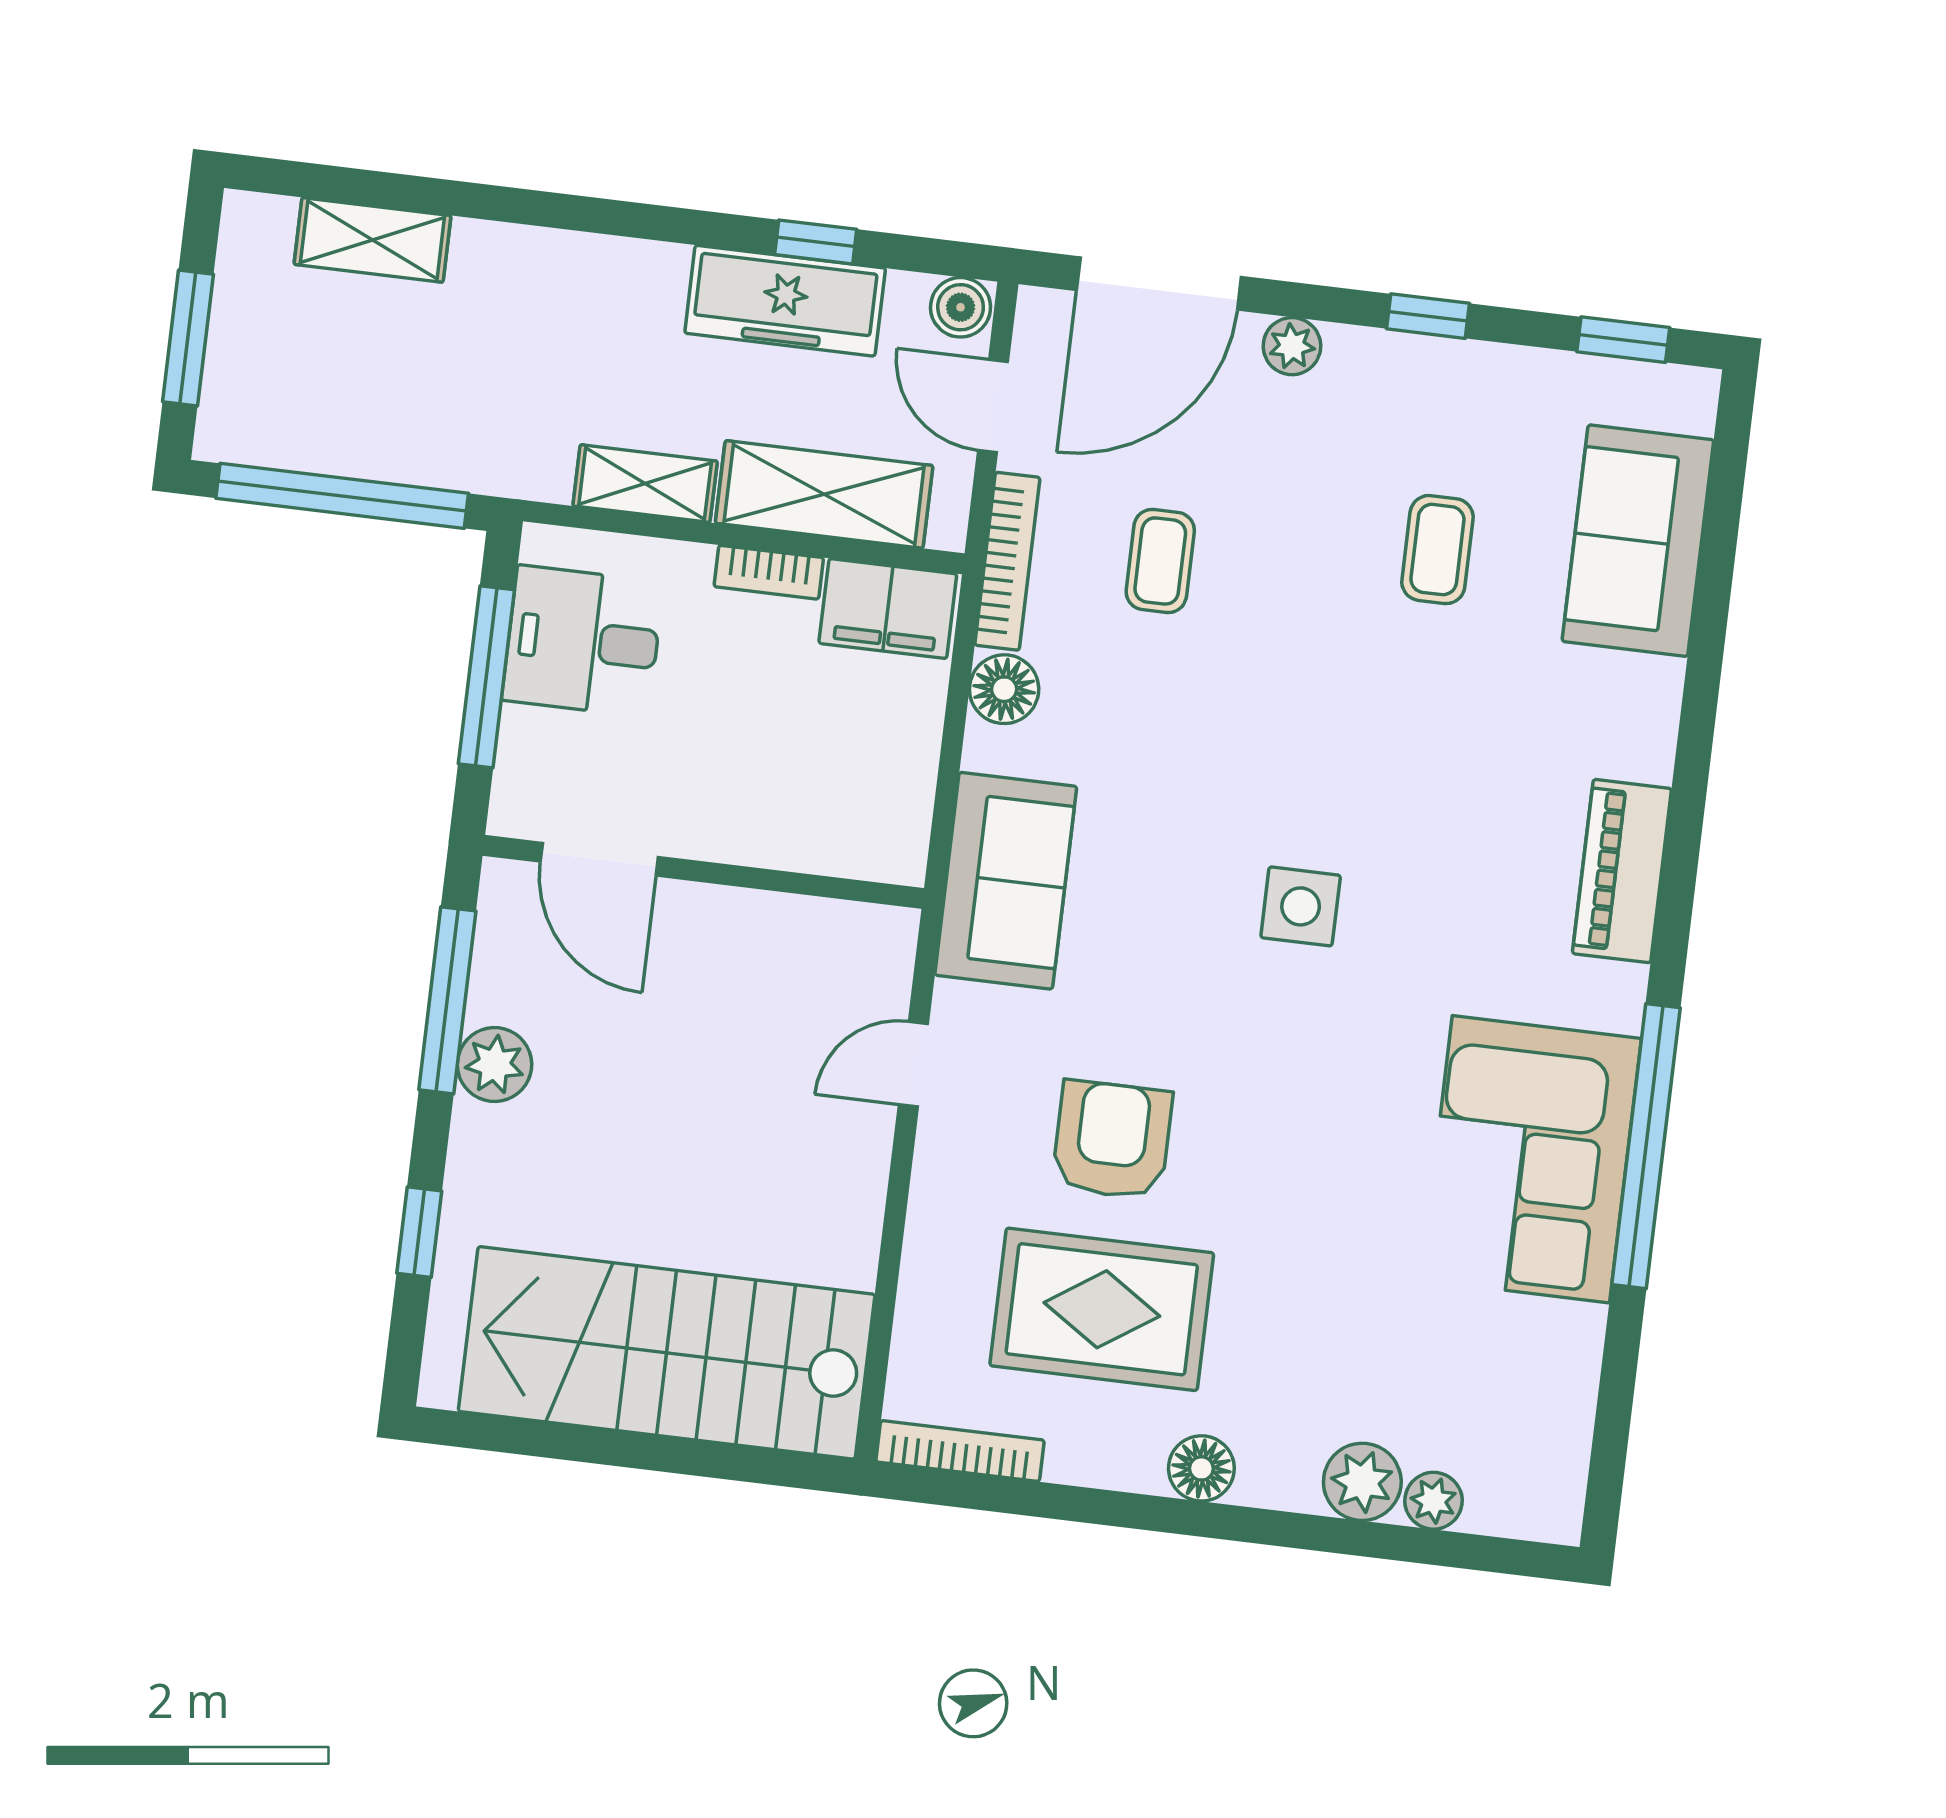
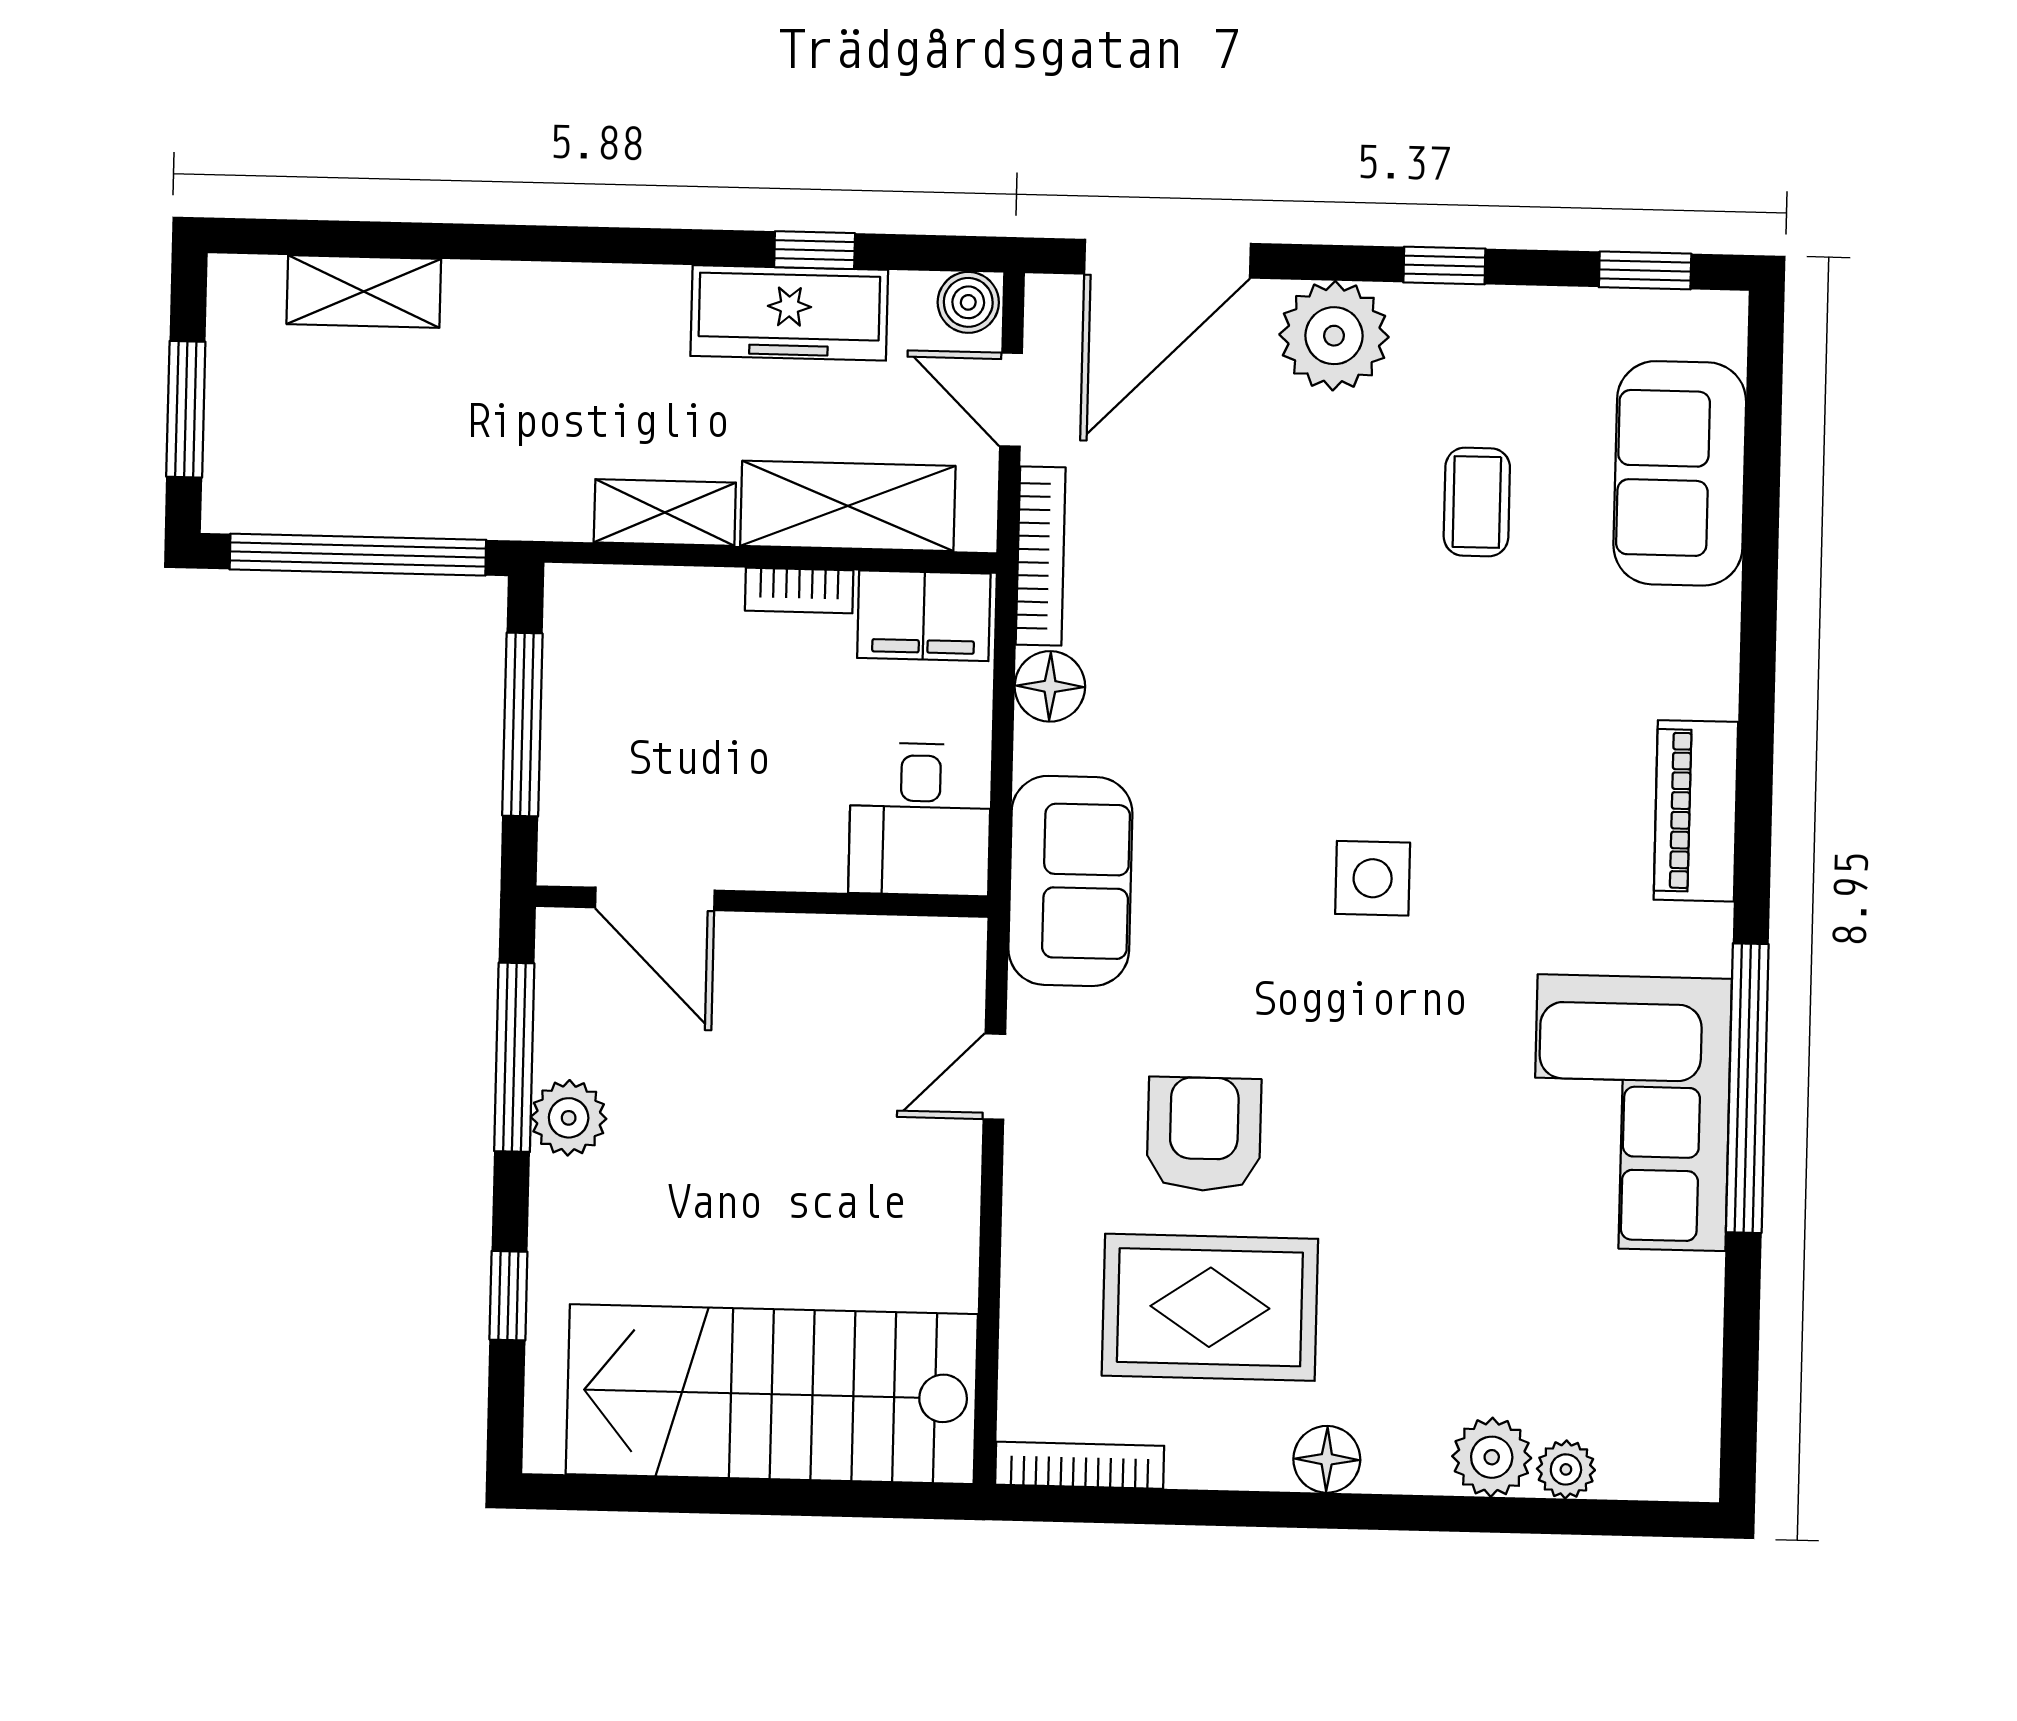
plant: (1292, 346) -> (1334, 336), width x1.88, depth x1.88
coffee table: (1160, 561) -> (1196, 541), removed
desk: (583, 641) -> (920, 819), moved, turned -90

